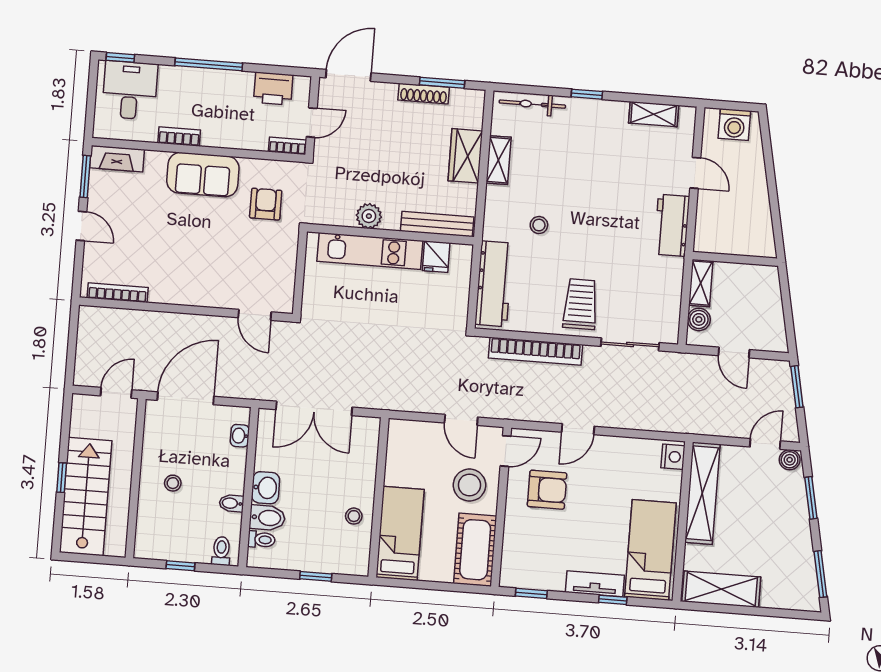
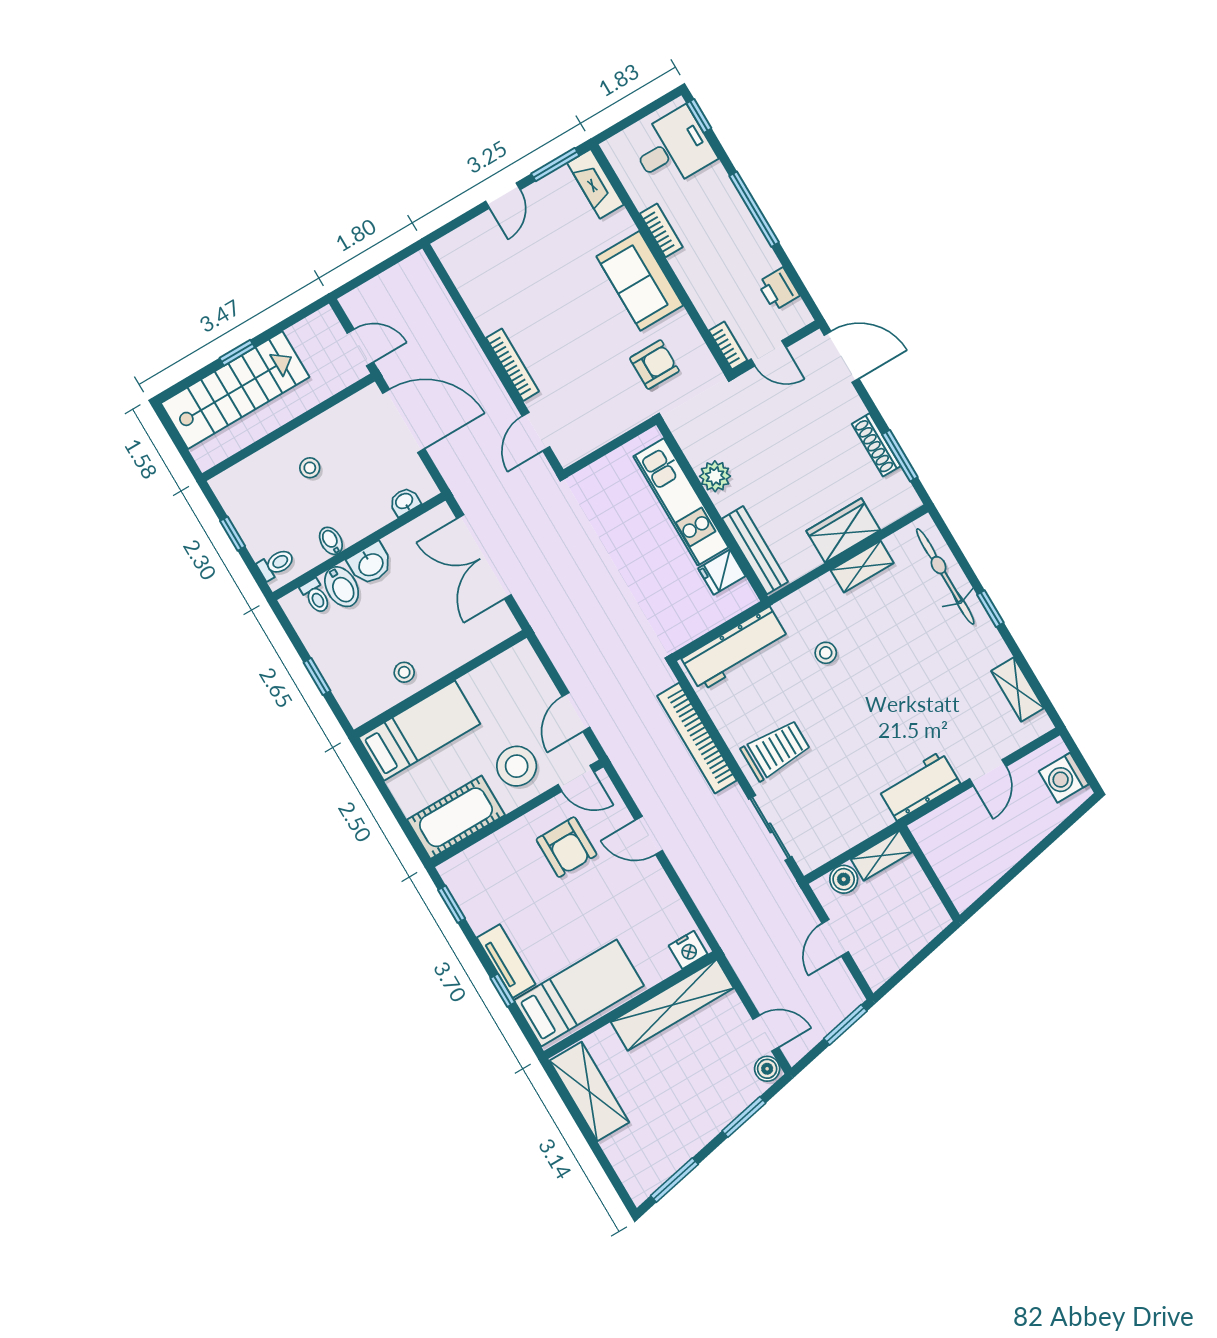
printer: (273, 89) -> (778, 289), width x0.73, depth x0.81
bicycle: (532, 104) -> (945, 576), width x1.37, depth x1.40
bookcase: (118, 293) -> (513, 365), moved

